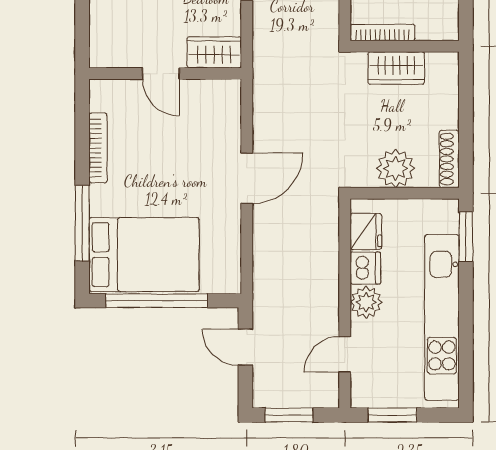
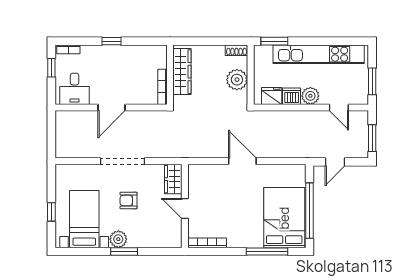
wardrobe: (396, 68) -> (182, 72), width x1.50
door: (161, 73) -> (185, 208), swing flipped
bookcase: (98, 148) -> (207, 243), moved
shoe rack: (449, 159) -> (237, 50), width x0.70

